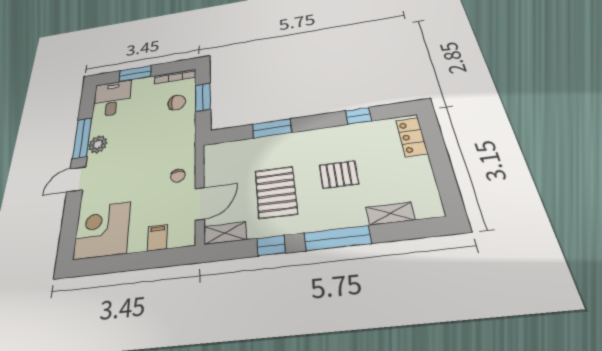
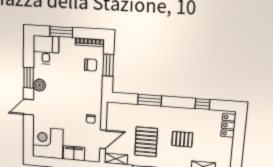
window: (82, 138) -> (29, 78), width x0.69
filing cabinet: (157, 238) -> (74, 153), width x2.00

